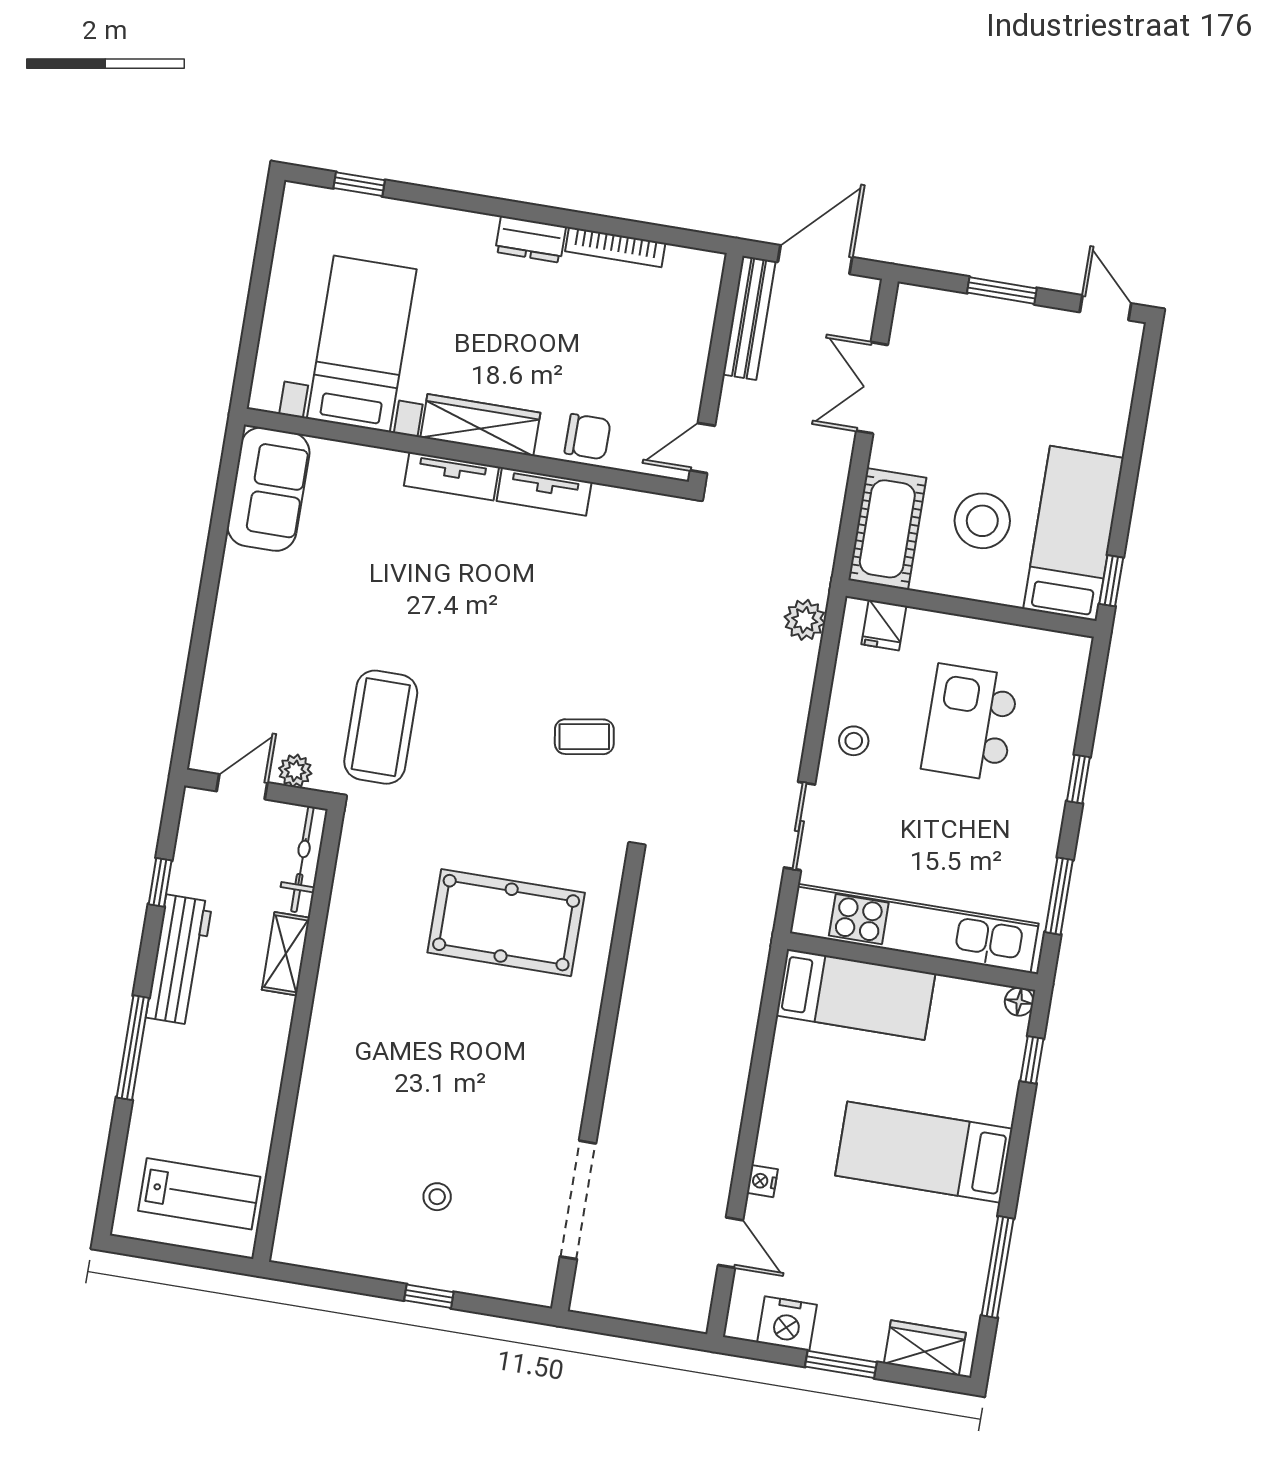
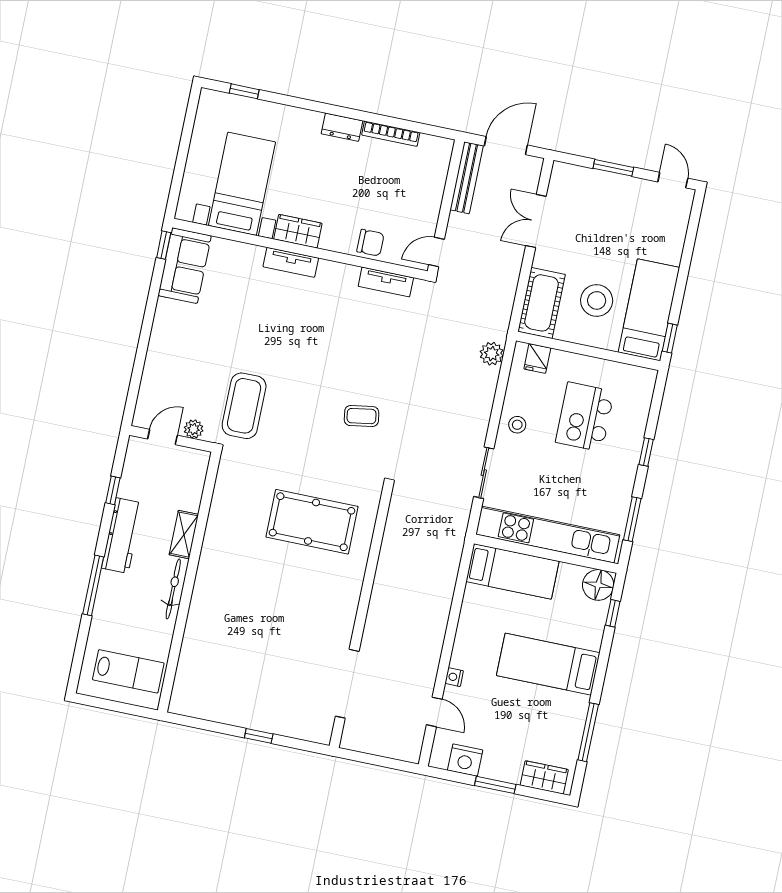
wardrobe: (480, 425) -> (298, 231), width x0.67
window: (231, 455) -> (164, 245), added
tv unit: (544, 491) -> (386, 282), moved
bicycle: (302, 859) -> (173, 589), moved
floor lamp: (1019, 1002) -> (598, 585), width x1.89, depth x1.89
stool: (437, 1197) -> (266, 679), removed

